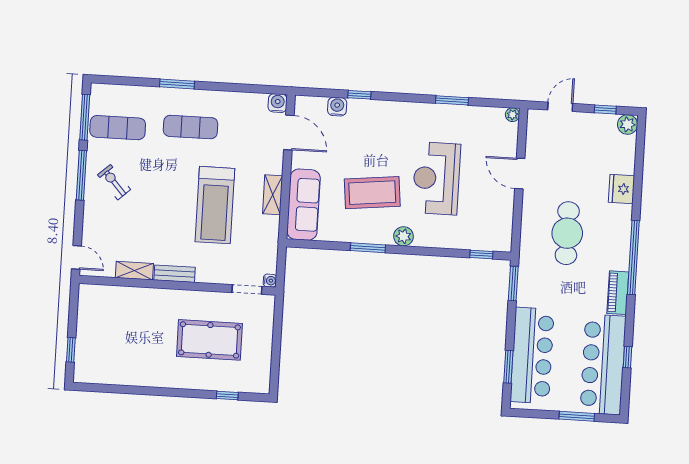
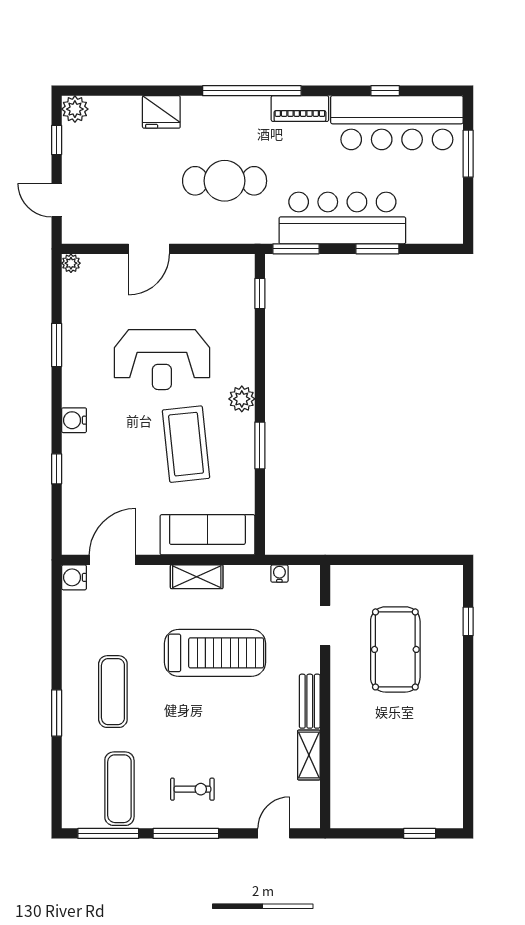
water cooler: (337, 107) -> (74, 420), moved
exercise bike: (114, 182) -> (192, 789), turned -138
door: (76, 257) -> (274, 833), moved
water cooler: (270, 281) -> (279, 574), moved
doorway: (247, 289) -> (325, 626), moved
bar counter: (532, 355) -> (342, 218), moved
window: (508, 367) -> (377, 249), moved

